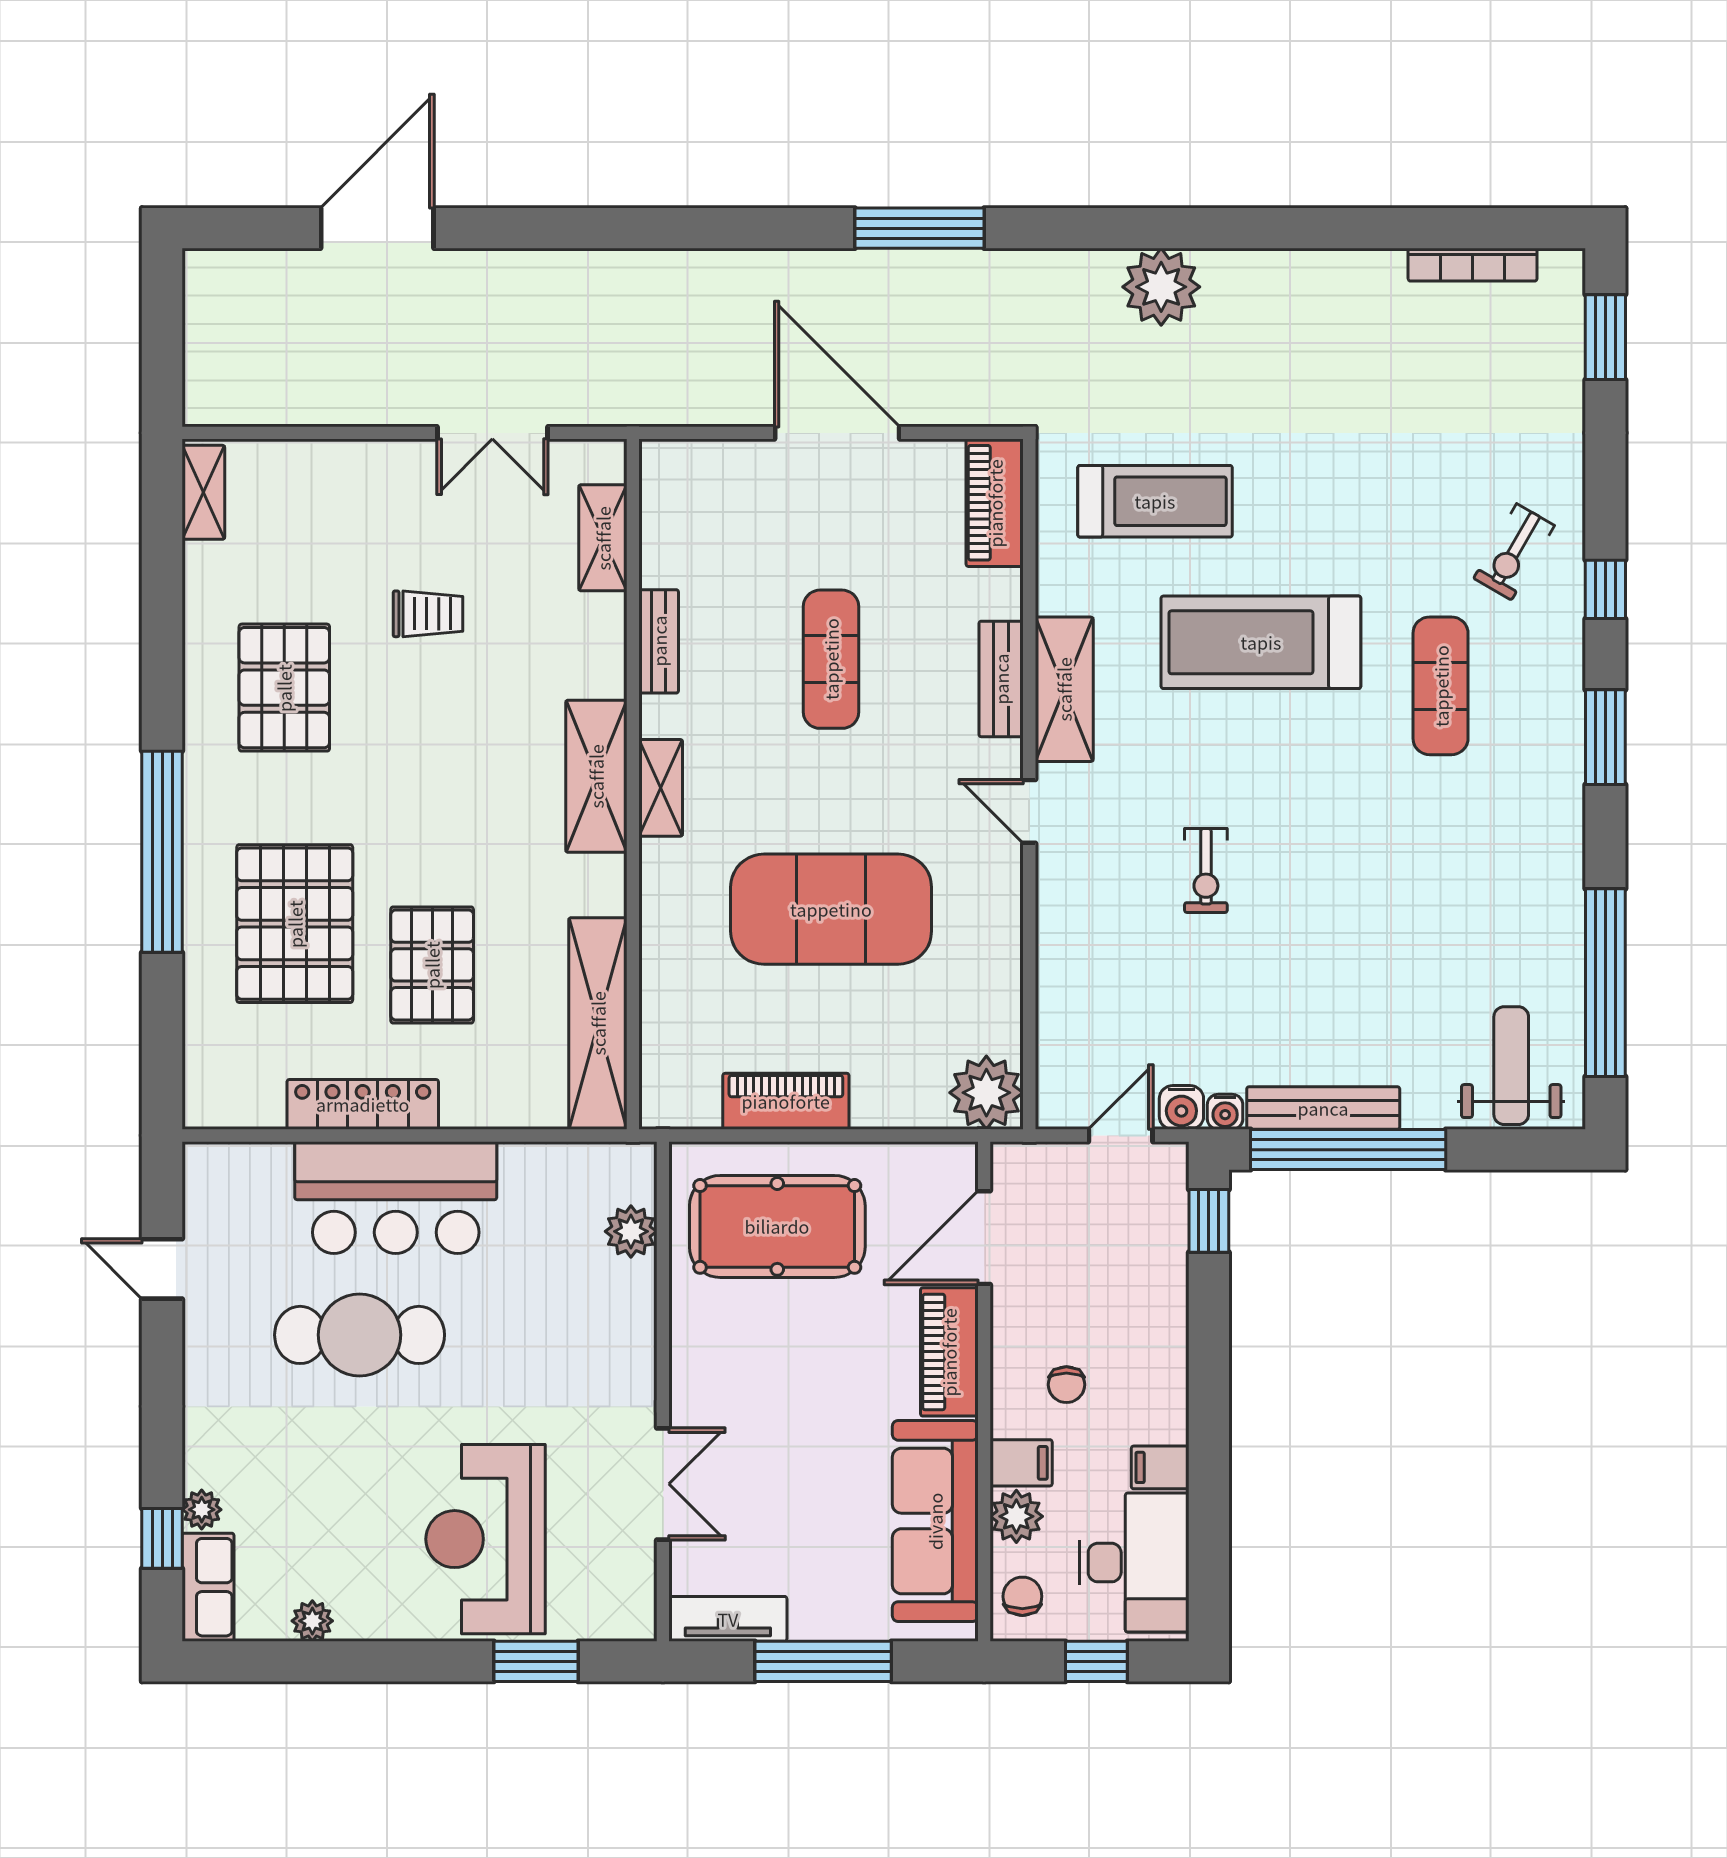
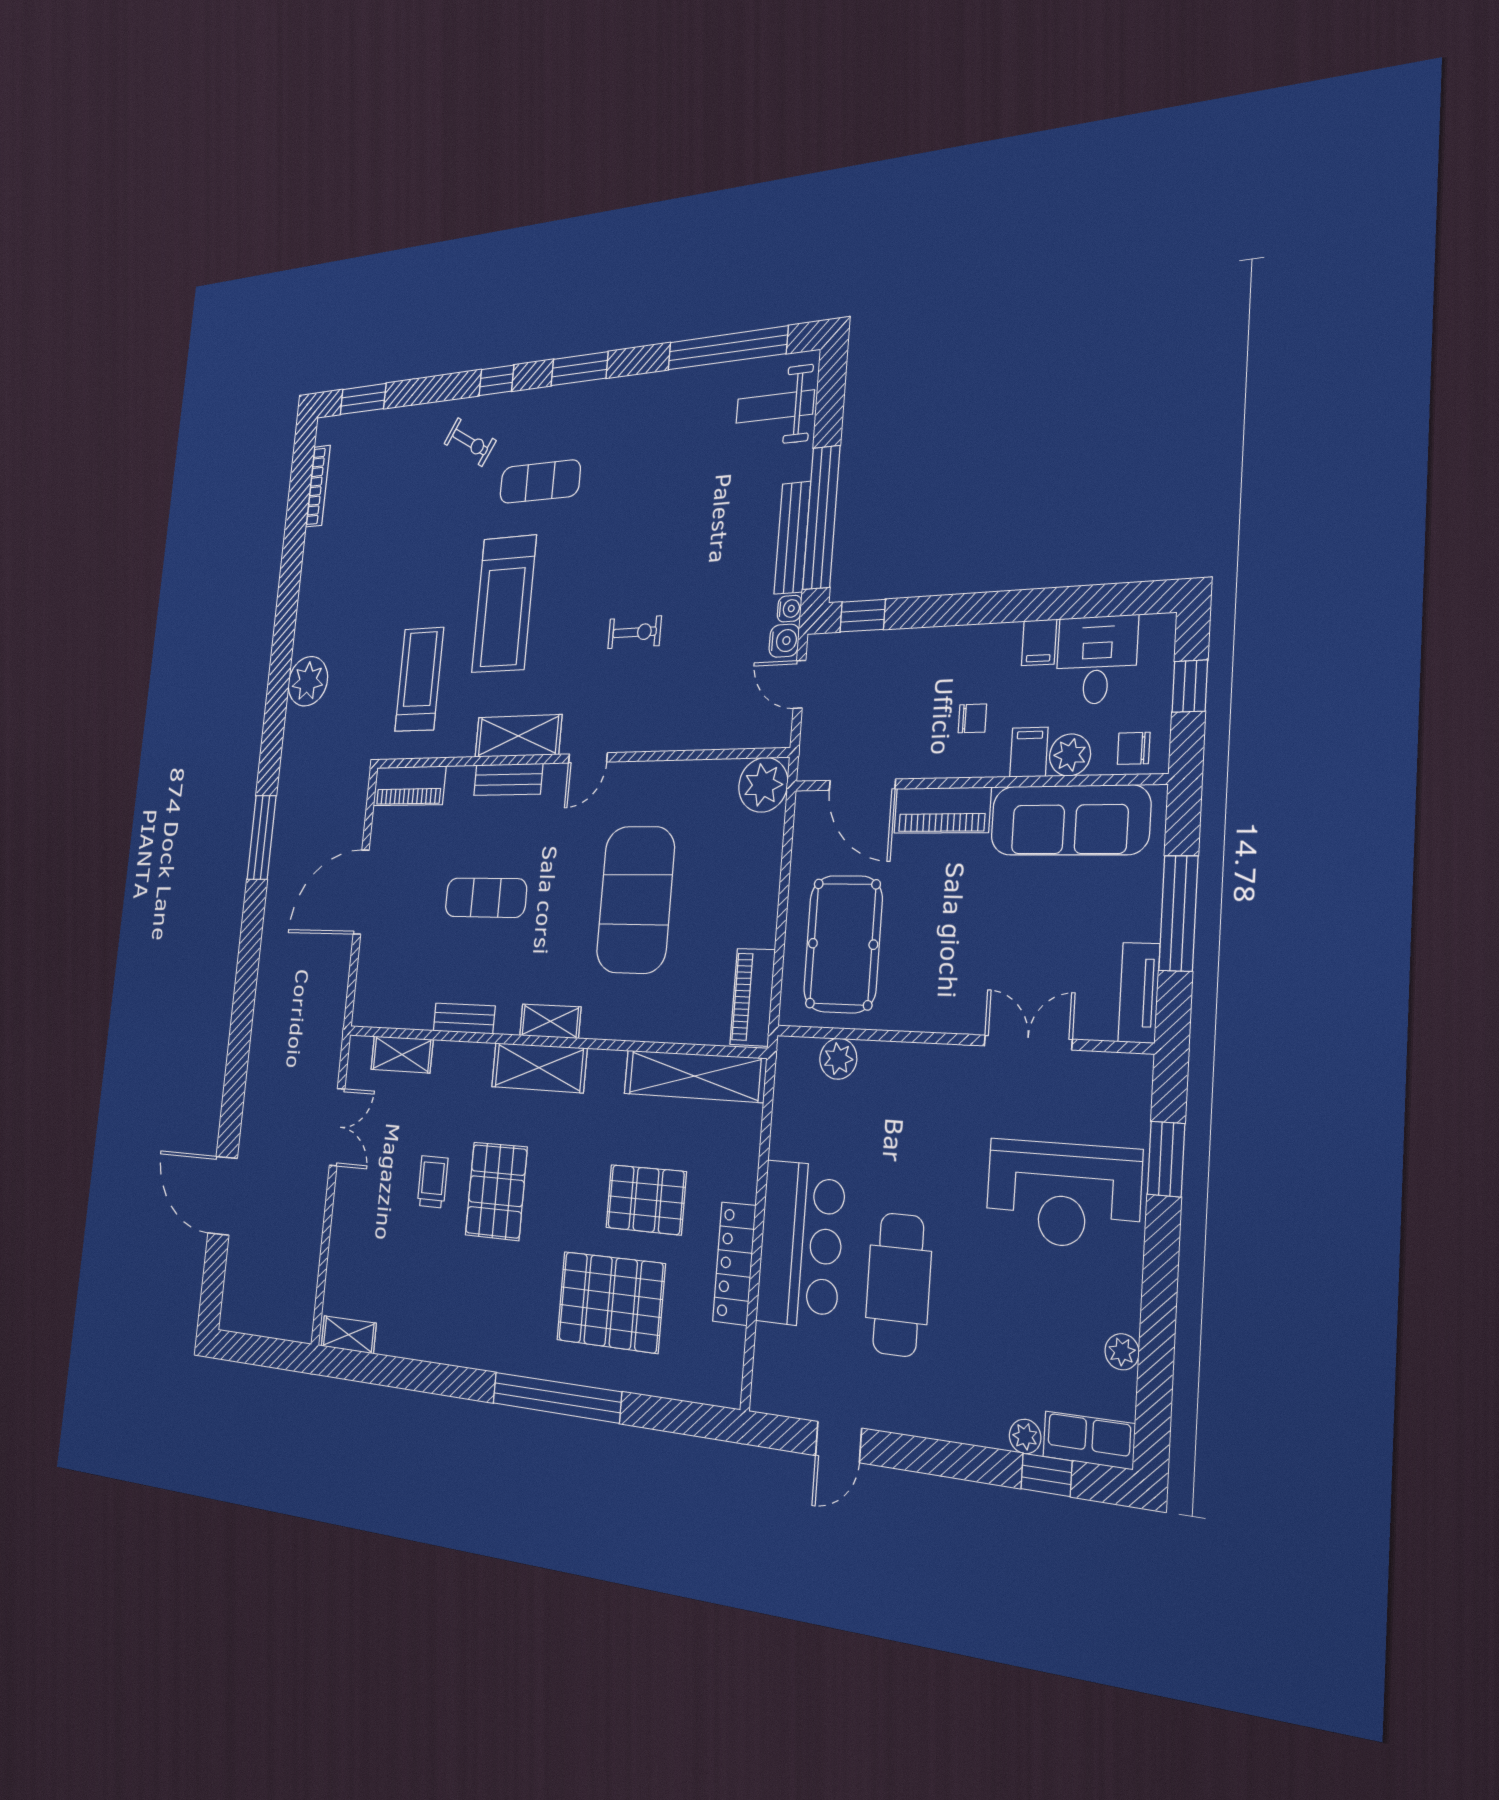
pallet: (284, 688) -> (496, 1191), moved, turned 90
piano: (786, 1101) -> (753, 997), moved
desk: (1134, 1563) -> (1097, 660), width x0.73

